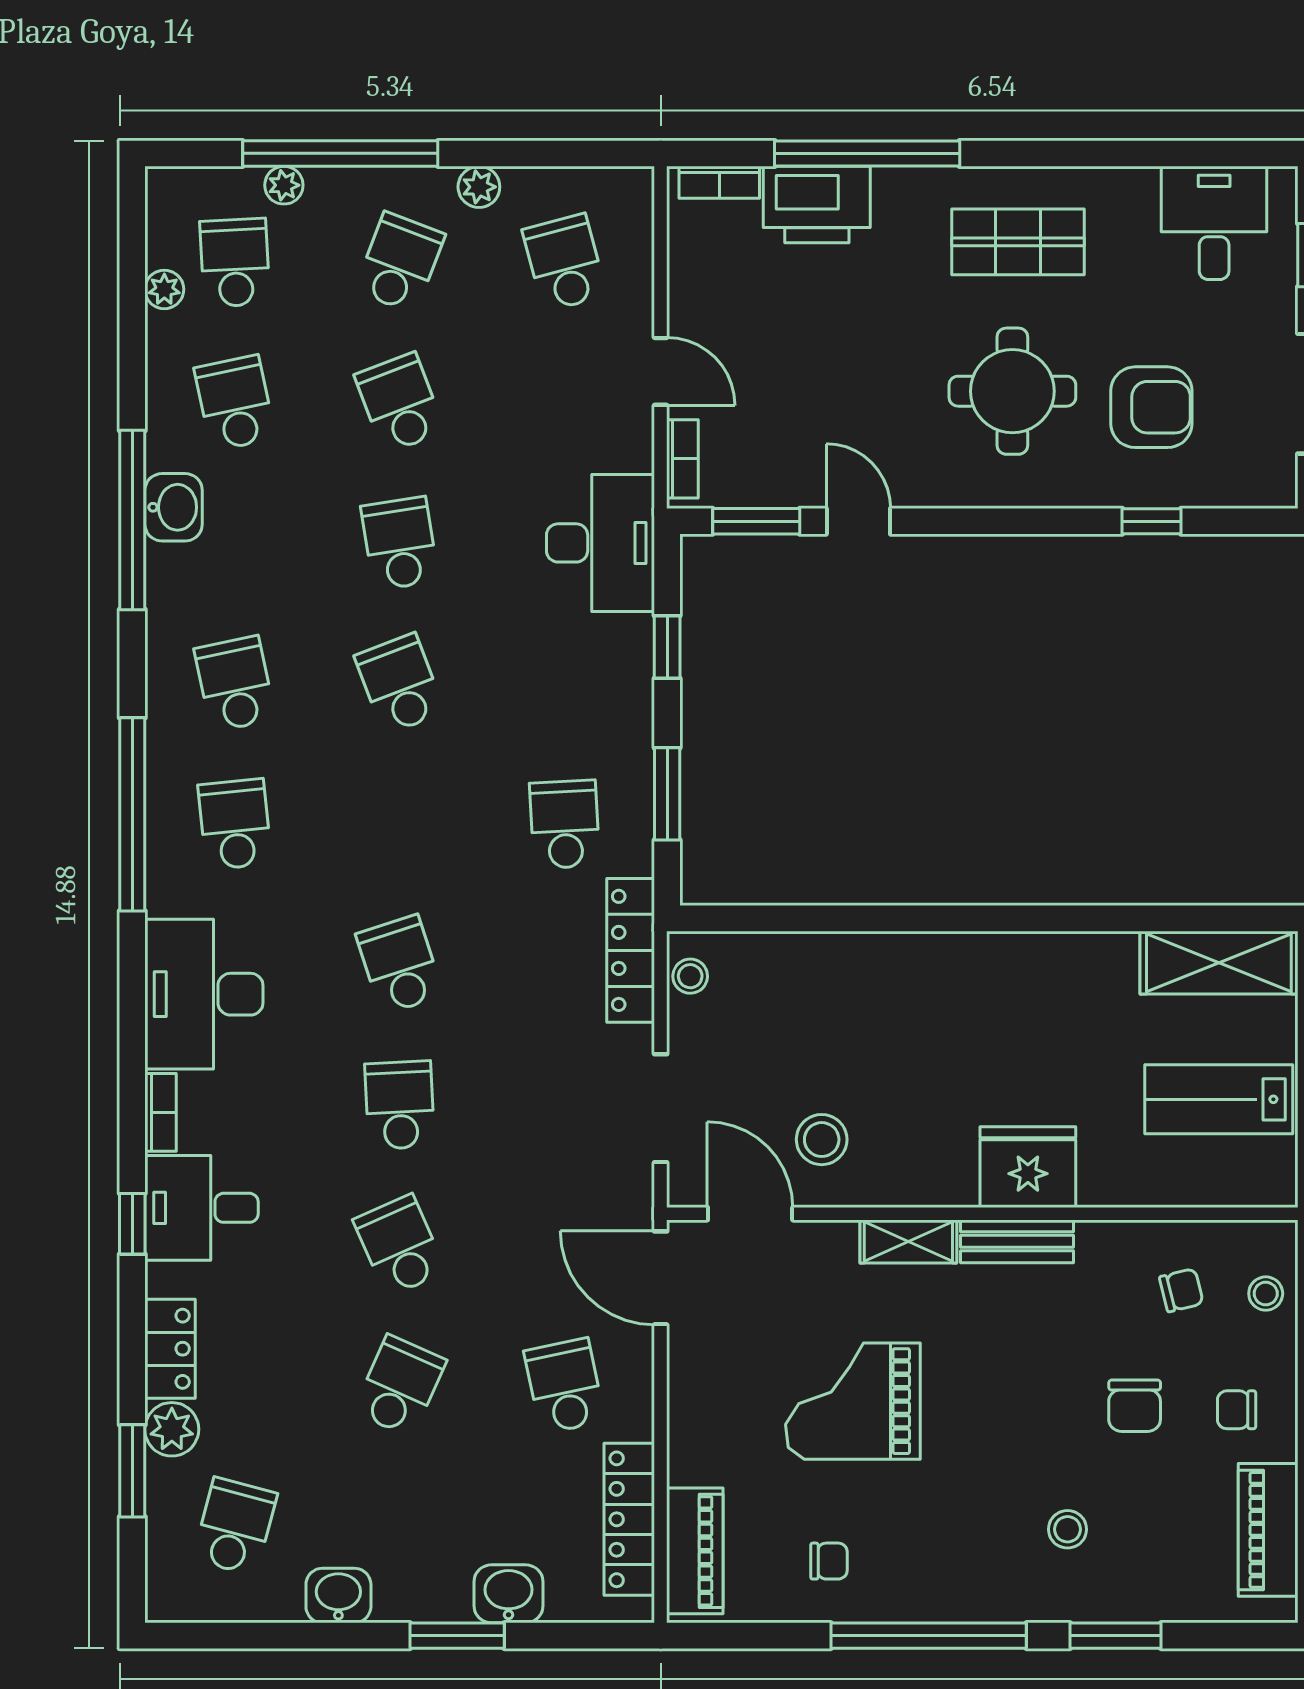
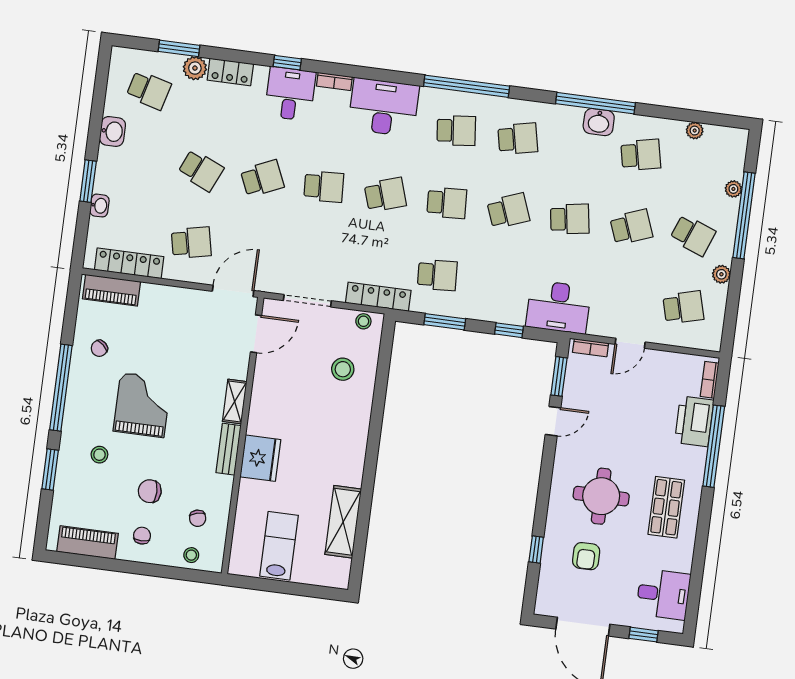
school desk: (235, 263) -> (447, 203), moved
armchair: (1151, 407) -> (586, 556), width x0.72, depth x0.72
shelving: (1219, 963) -> (343, 522), moved
stool: (822, 1140) -> (343, 369), moved
grand piano: (853, 1401) -> (142, 405), moved
chair: (829, 1561) -> (99, 348), turned 42
washbasin: (509, 1594) -> (99, 206), width x0.72, depth x0.69

